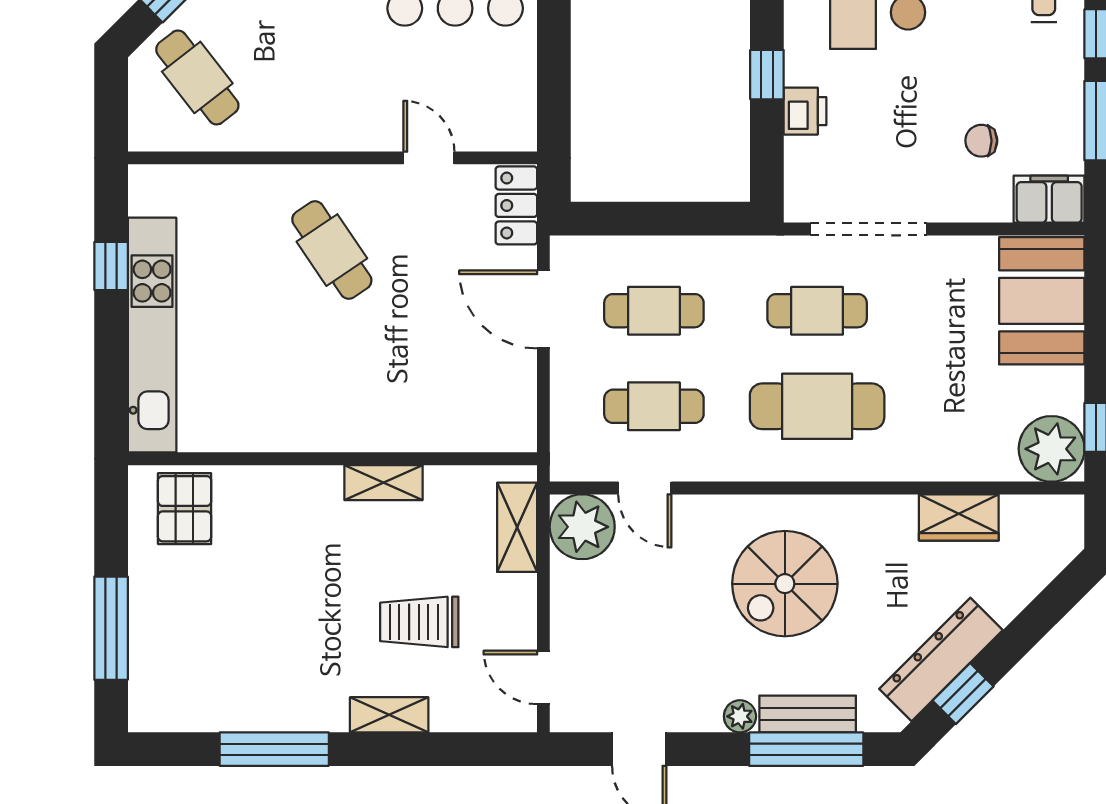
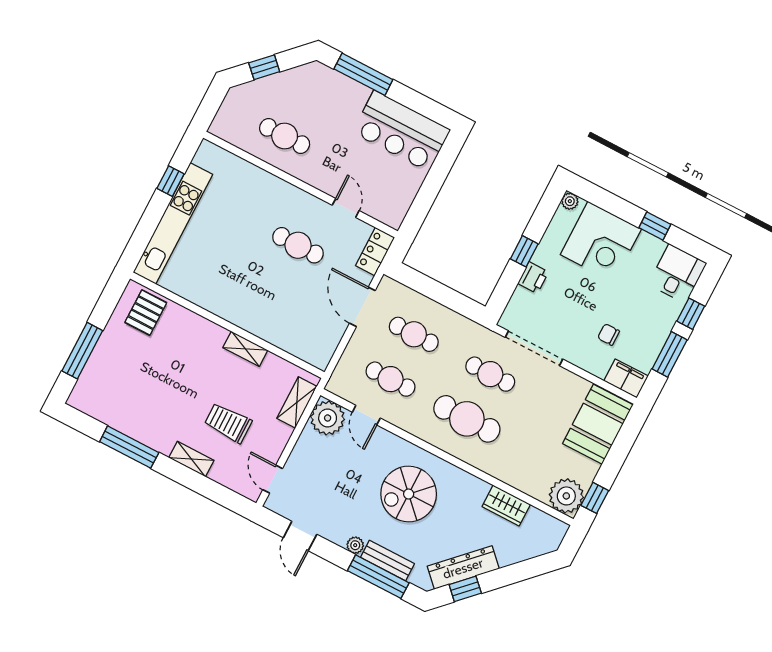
cafe table: (197, 77) -> (285, 136), moved, turned -52
cafe table: (332, 250) -> (298, 245), moved, turned -56

